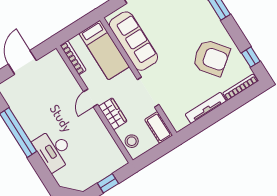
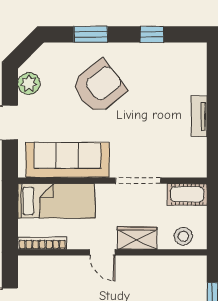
window: (251, 57) -> (152, 34), moved
armchair: (211, 58) -> (99, 87), moved
bookcase: (240, 87) -> (201, 69), removed
tv unit: (206, 108) -> (199, 116), width x0.71

